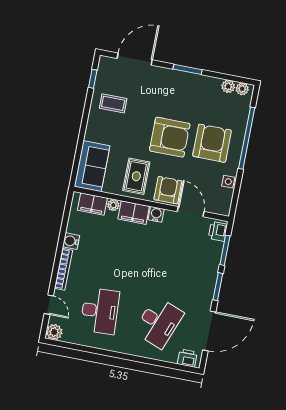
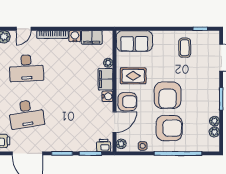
plant: (242, 89) -> (215, 121), moved
filing cabinet: (92, 204) -> (92, 37), moved, turned -90
plant: (220, 209) -> (121, 144), added
desk: (159, 322) -> (26, 114), turned -30

